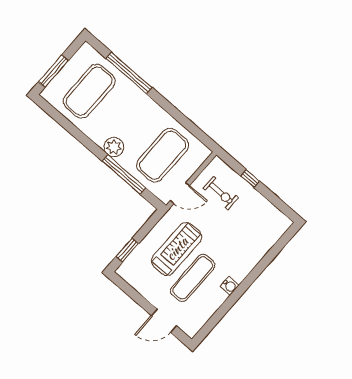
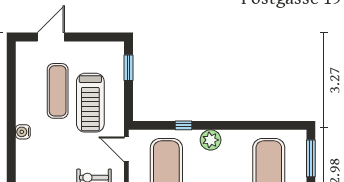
window: (124, 174) -> (184, 125), width x0.32
door: (180, 193) -> (126, 149), hinge flipped
water cooler: (230, 286) -> (23, 132), moved

